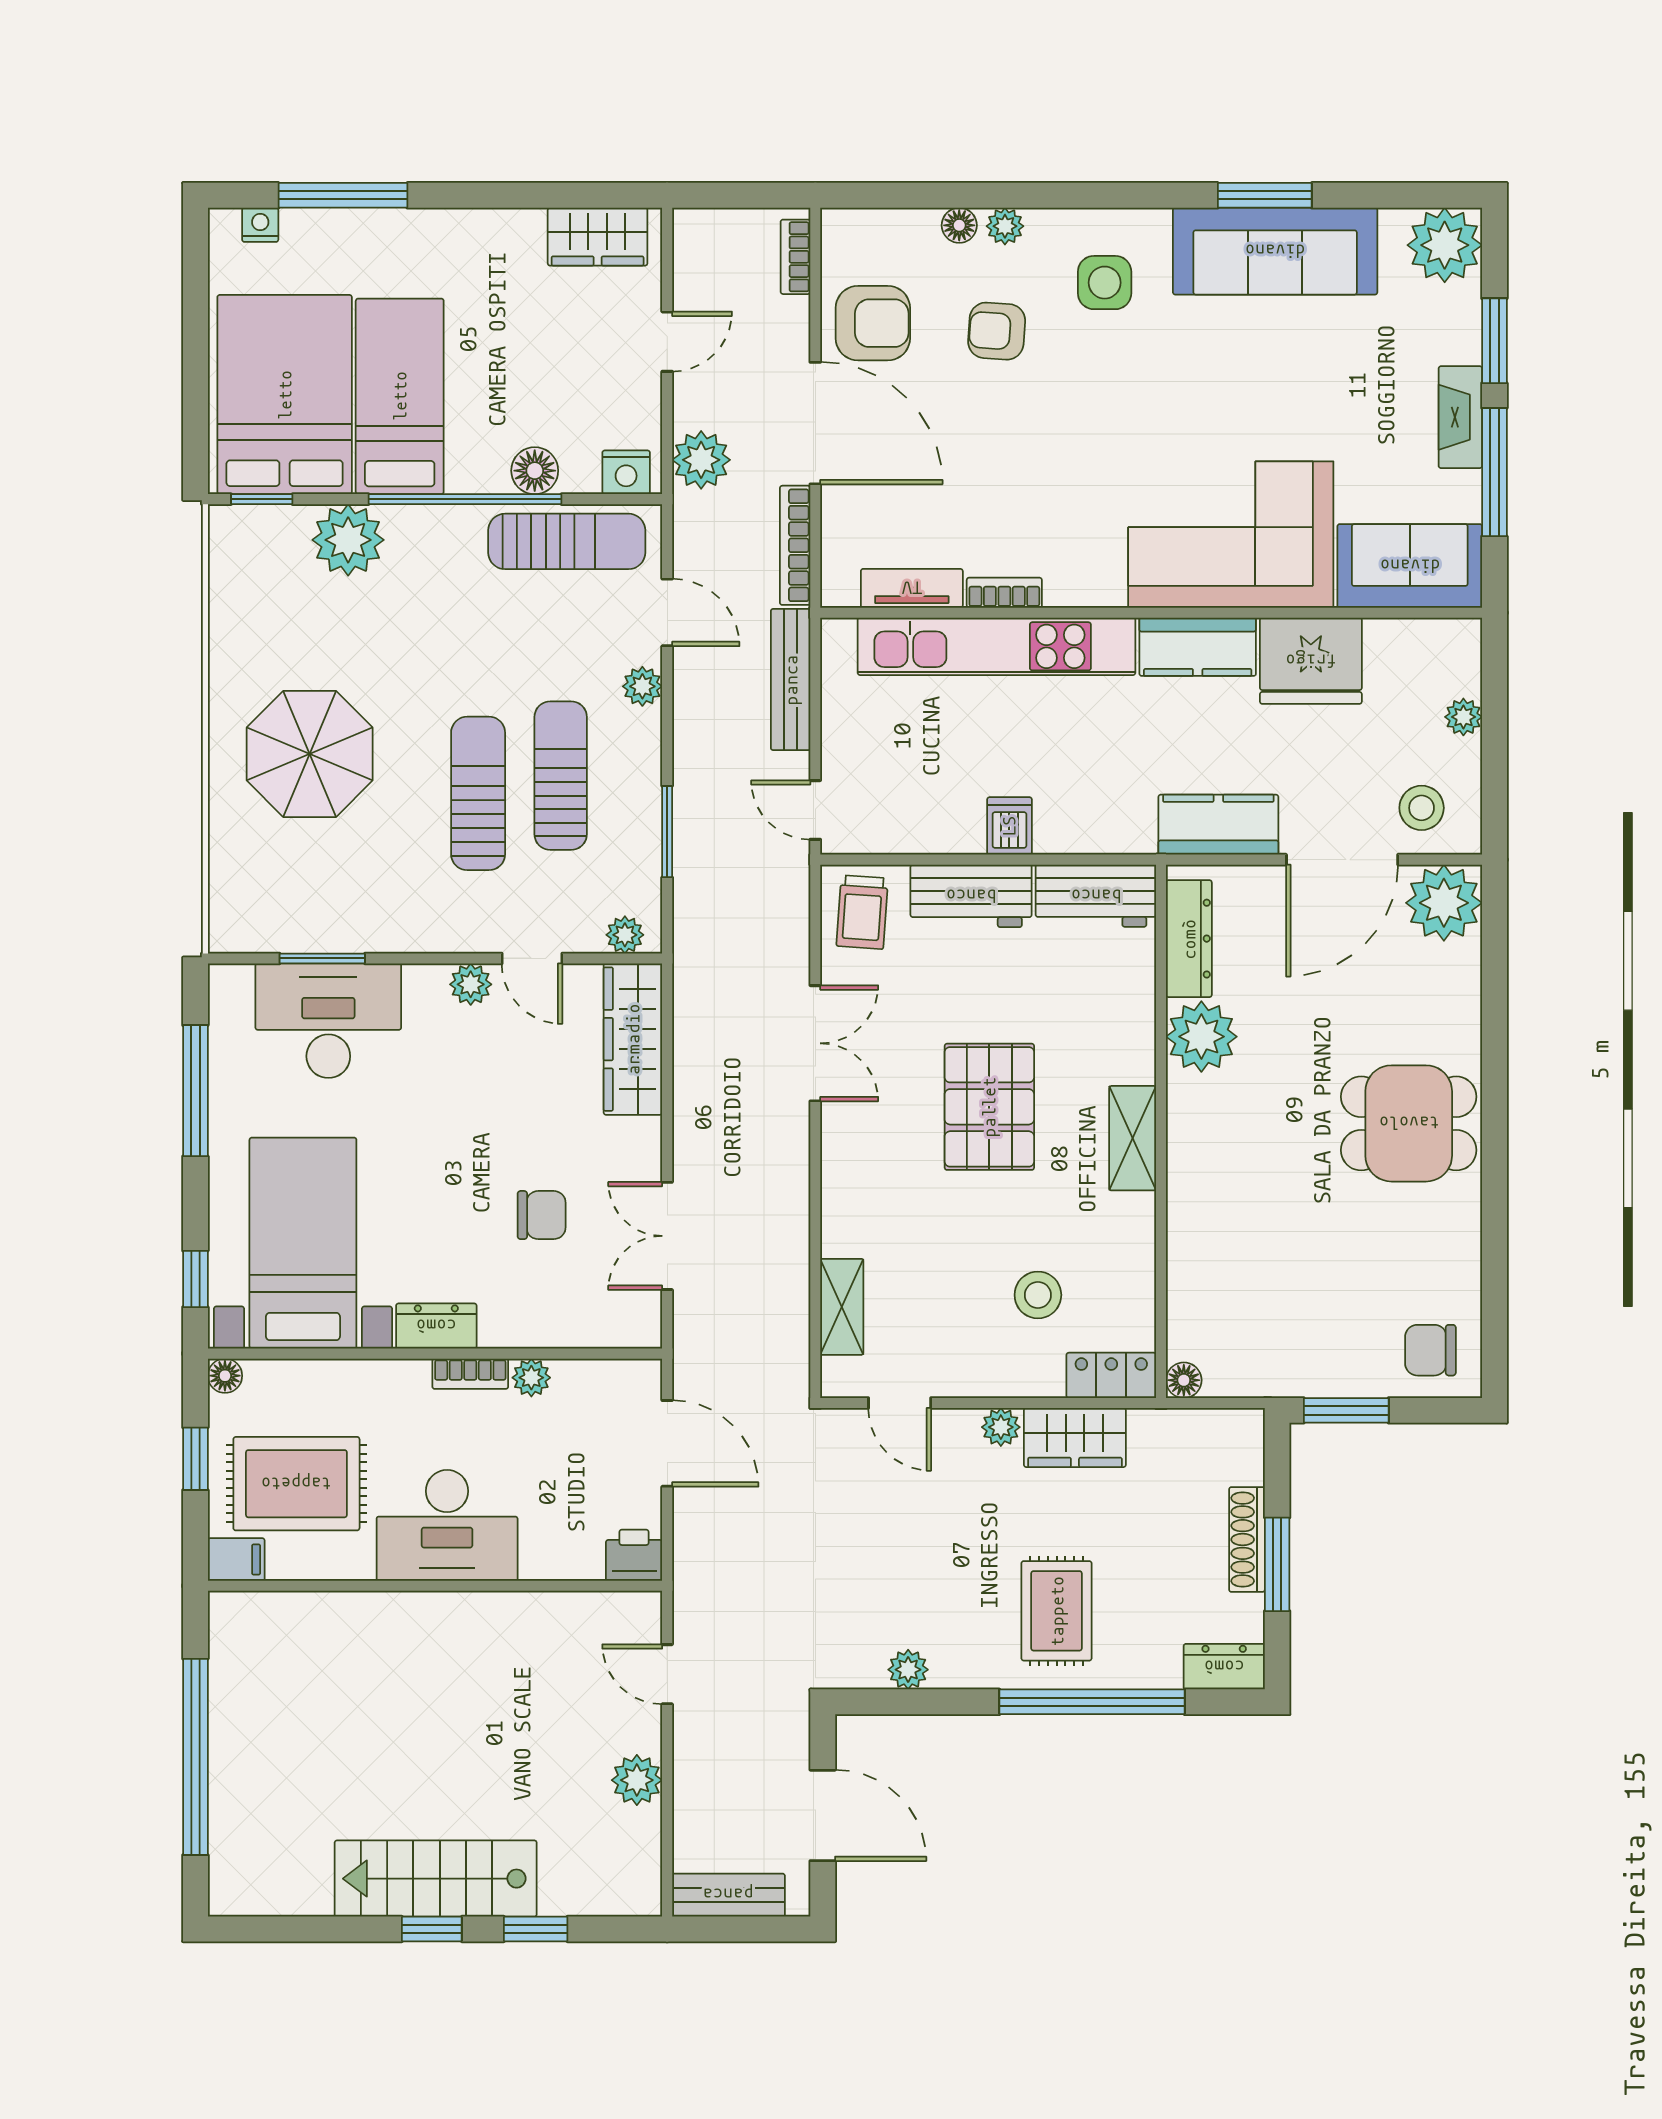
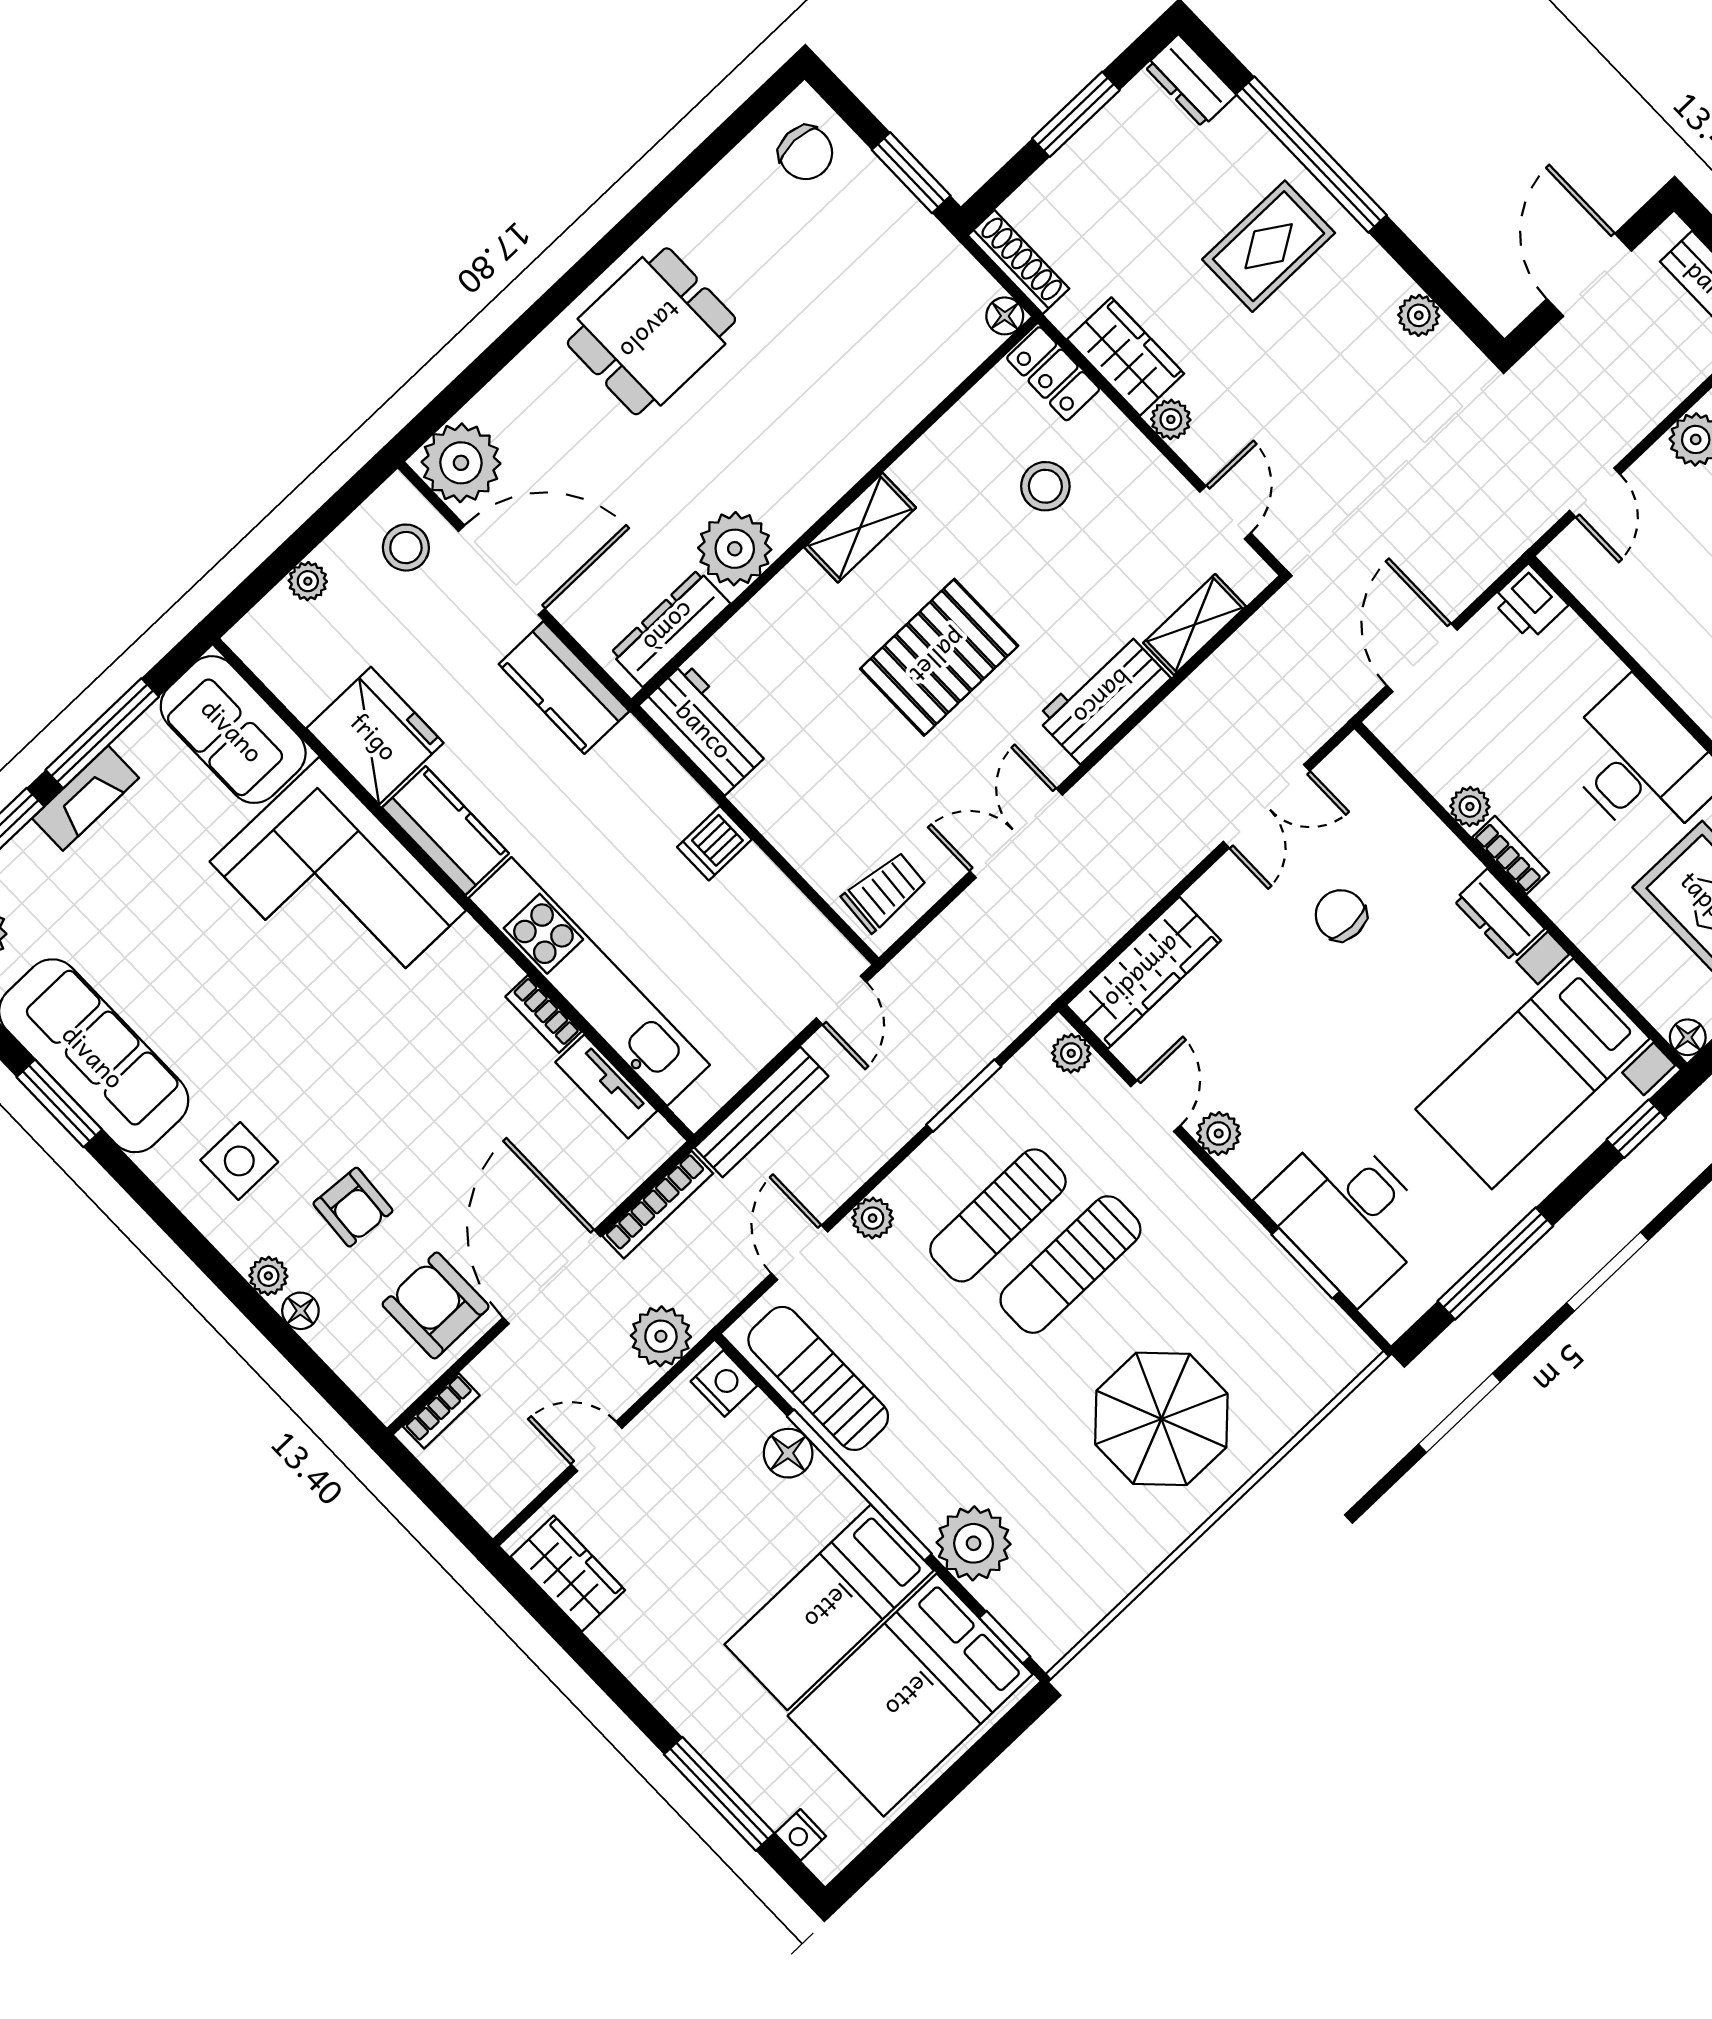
workbench: (971, 896) -> (1103, 698), moved, turned -90
dining table: (1409, 1123) -> (651, 331), turned 90
shoe rack: (1247, 1540) -> (1019, 262), moved, turned -90

